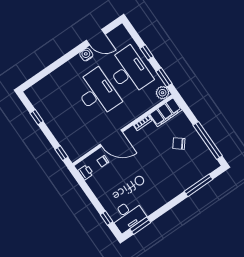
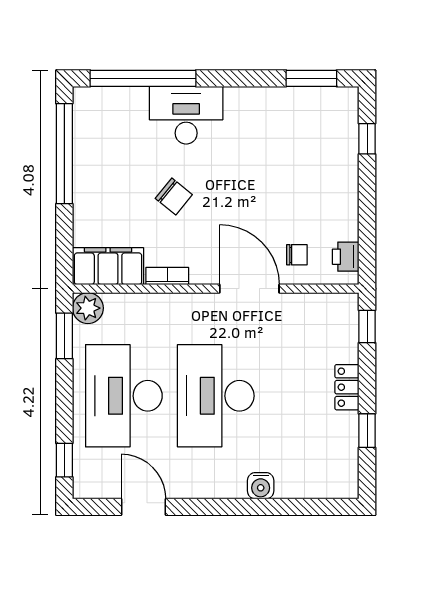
window: (147, 52) -> (64, 460), moved
water cooler: (86, 55) -> (261, 486), moved
locker: (54, 127) -> (347, 387), added
chair: (179, 144) -> (174, 197), moved
window: (198, 185) -> (143, 78), width x1.46
desk: (128, 216) -> (186, 115), moved

